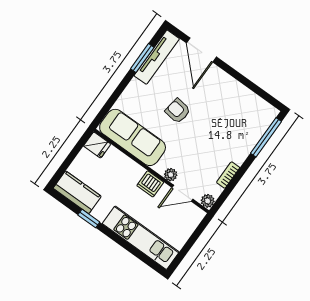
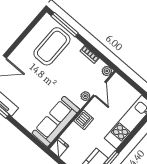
armchair: (178, 111) -> (40, 87), removed
coffee table: (235, 123) -> (52, 46), added
dishwasher: (150, 184) -> (84, 120), moved

